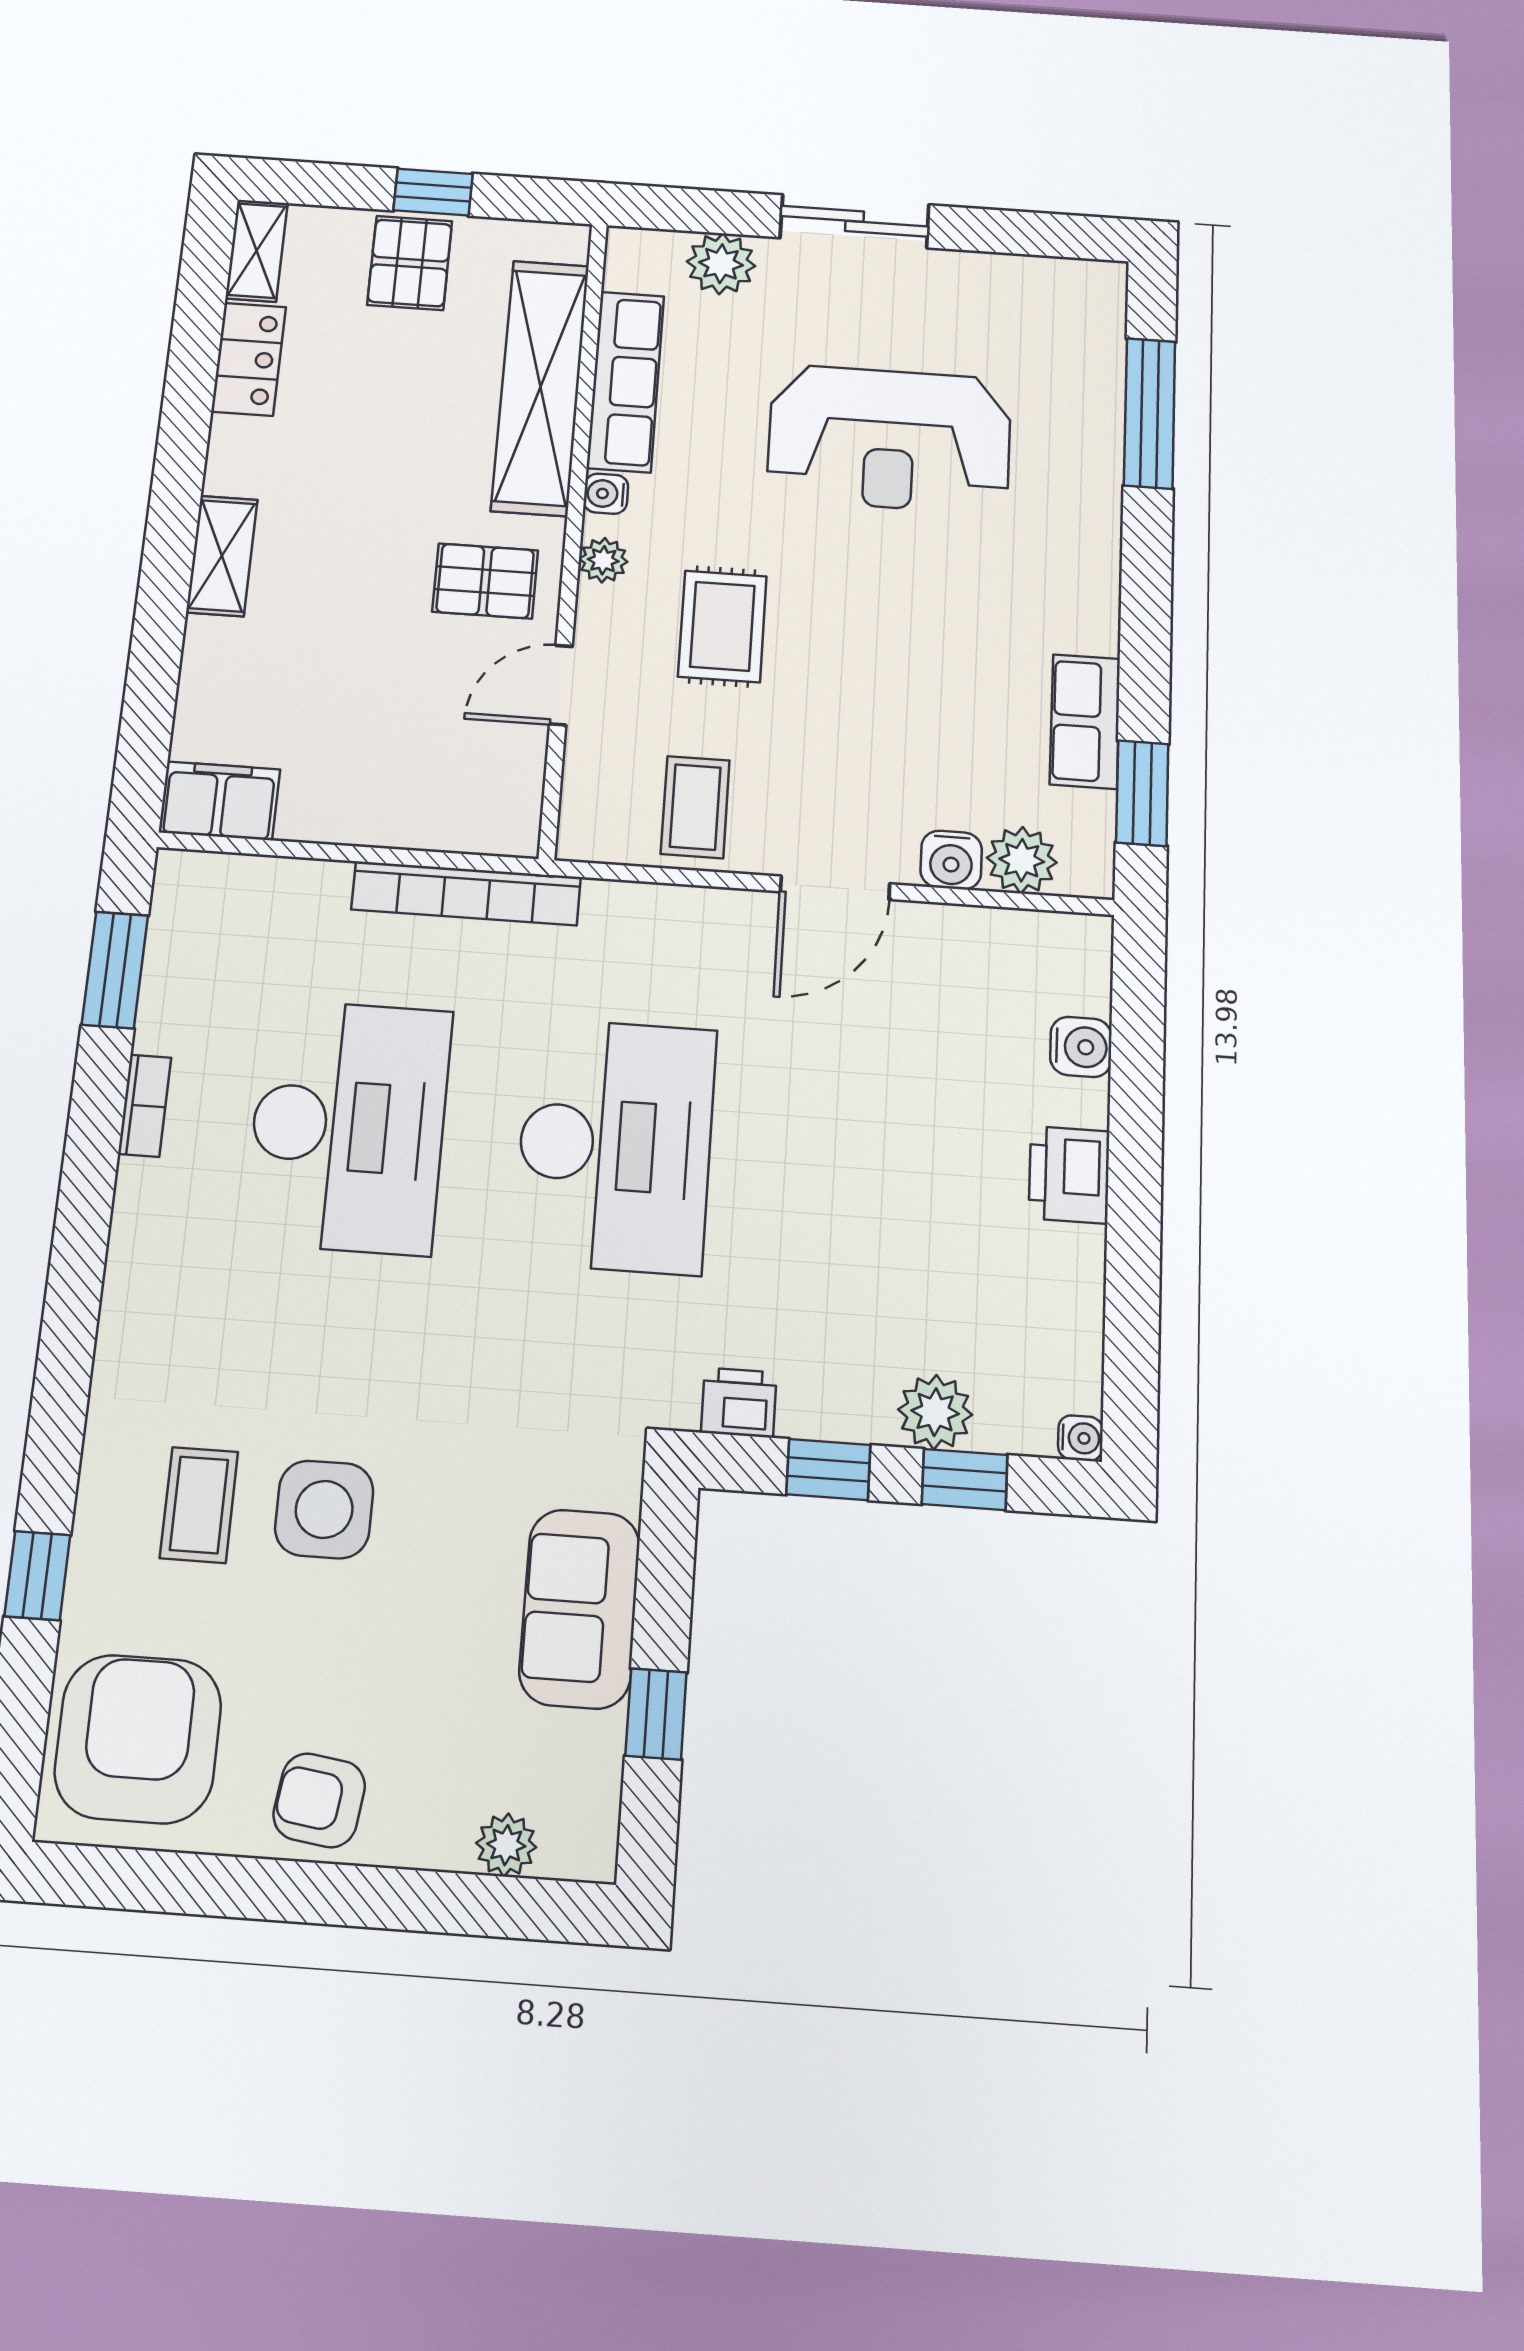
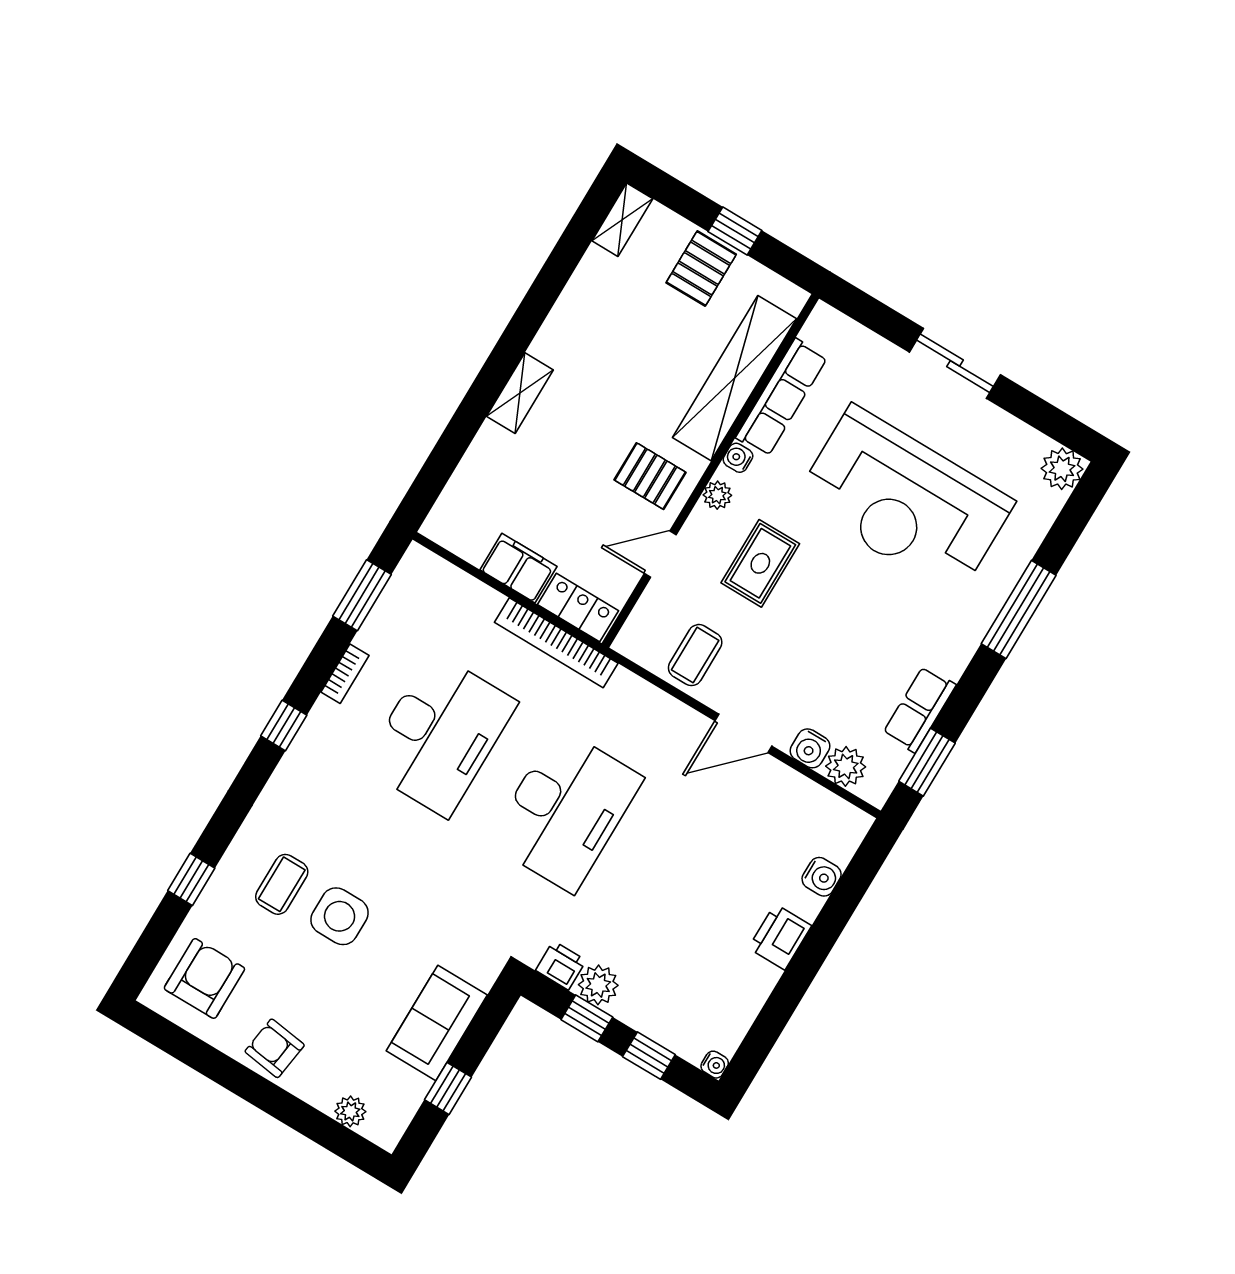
plant: (721, 264) -> (1062, 469), moved
locker: (249, 359) -> (578, 608), moved, turned -90
window: (1150, 413) -> (1019, 610), moved
reception desk: (889, 439) -> (904, 501), width x1.36, depth x1.30
filing cabinet: (219, 801) -> (518, 568), moved
window: (81, 1238) -> (284, 725), added
plant: (935, 1412) -> (598, 985), moved
armchair: (138, 1739) -> (204, 978), width x0.73, depth x0.73

